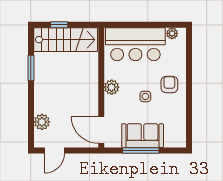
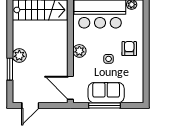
window: (31, 68) -> (10, 69), moved
plant: (42, 122) -> (19, 56), moved

